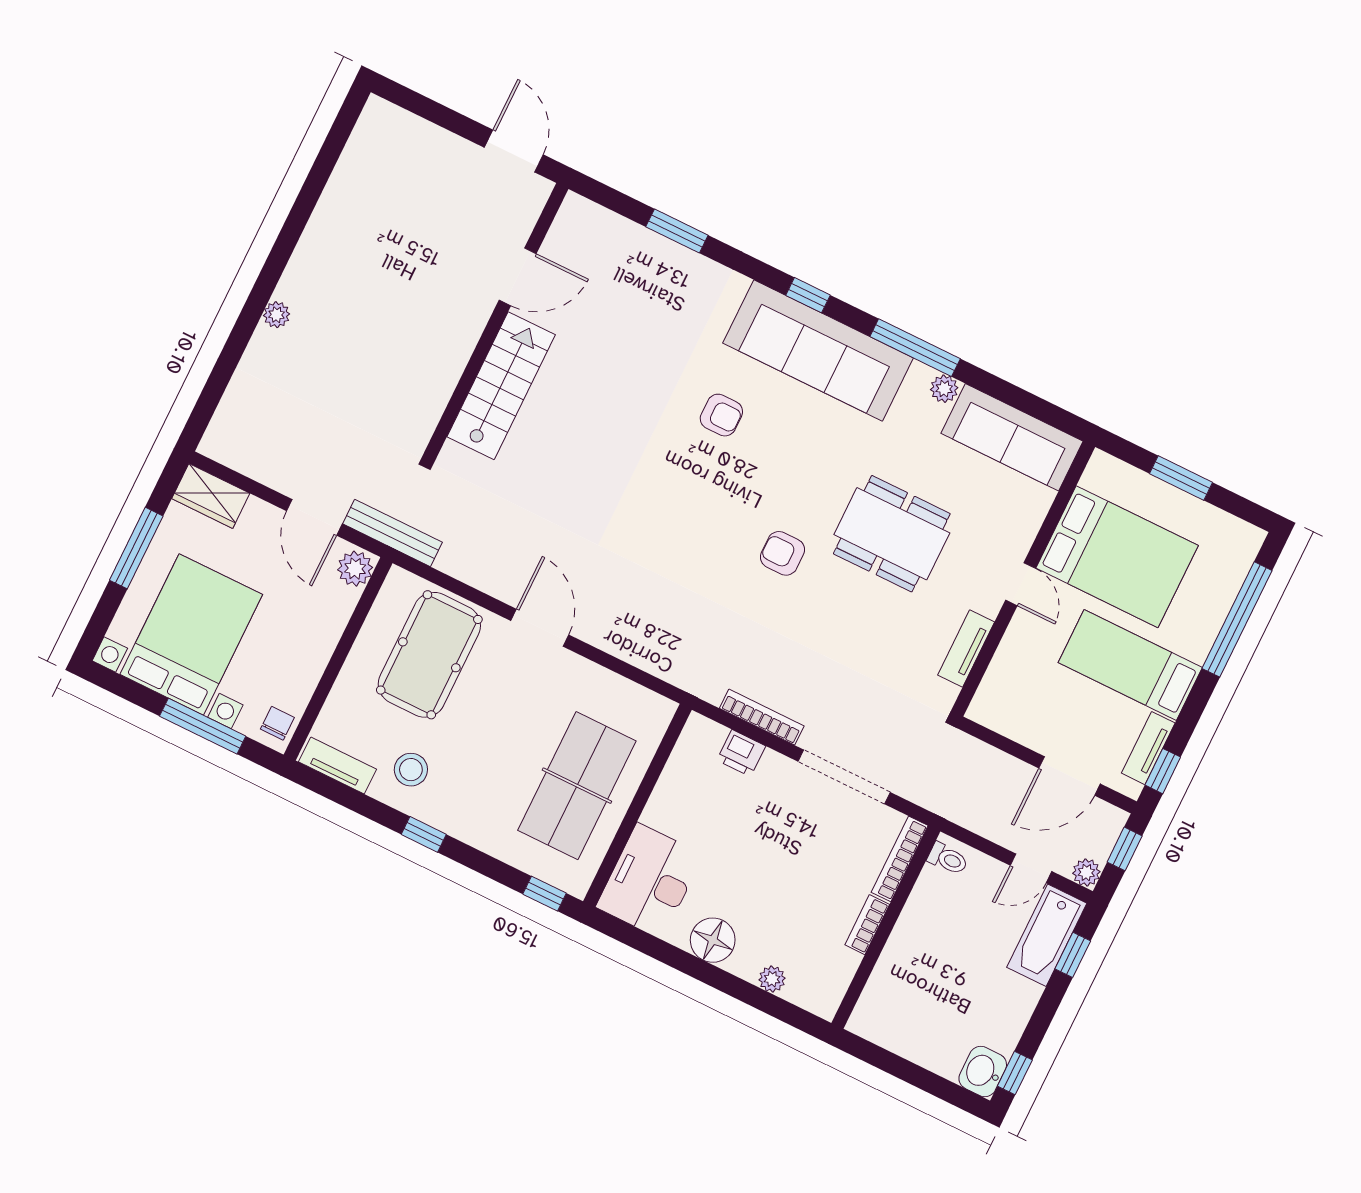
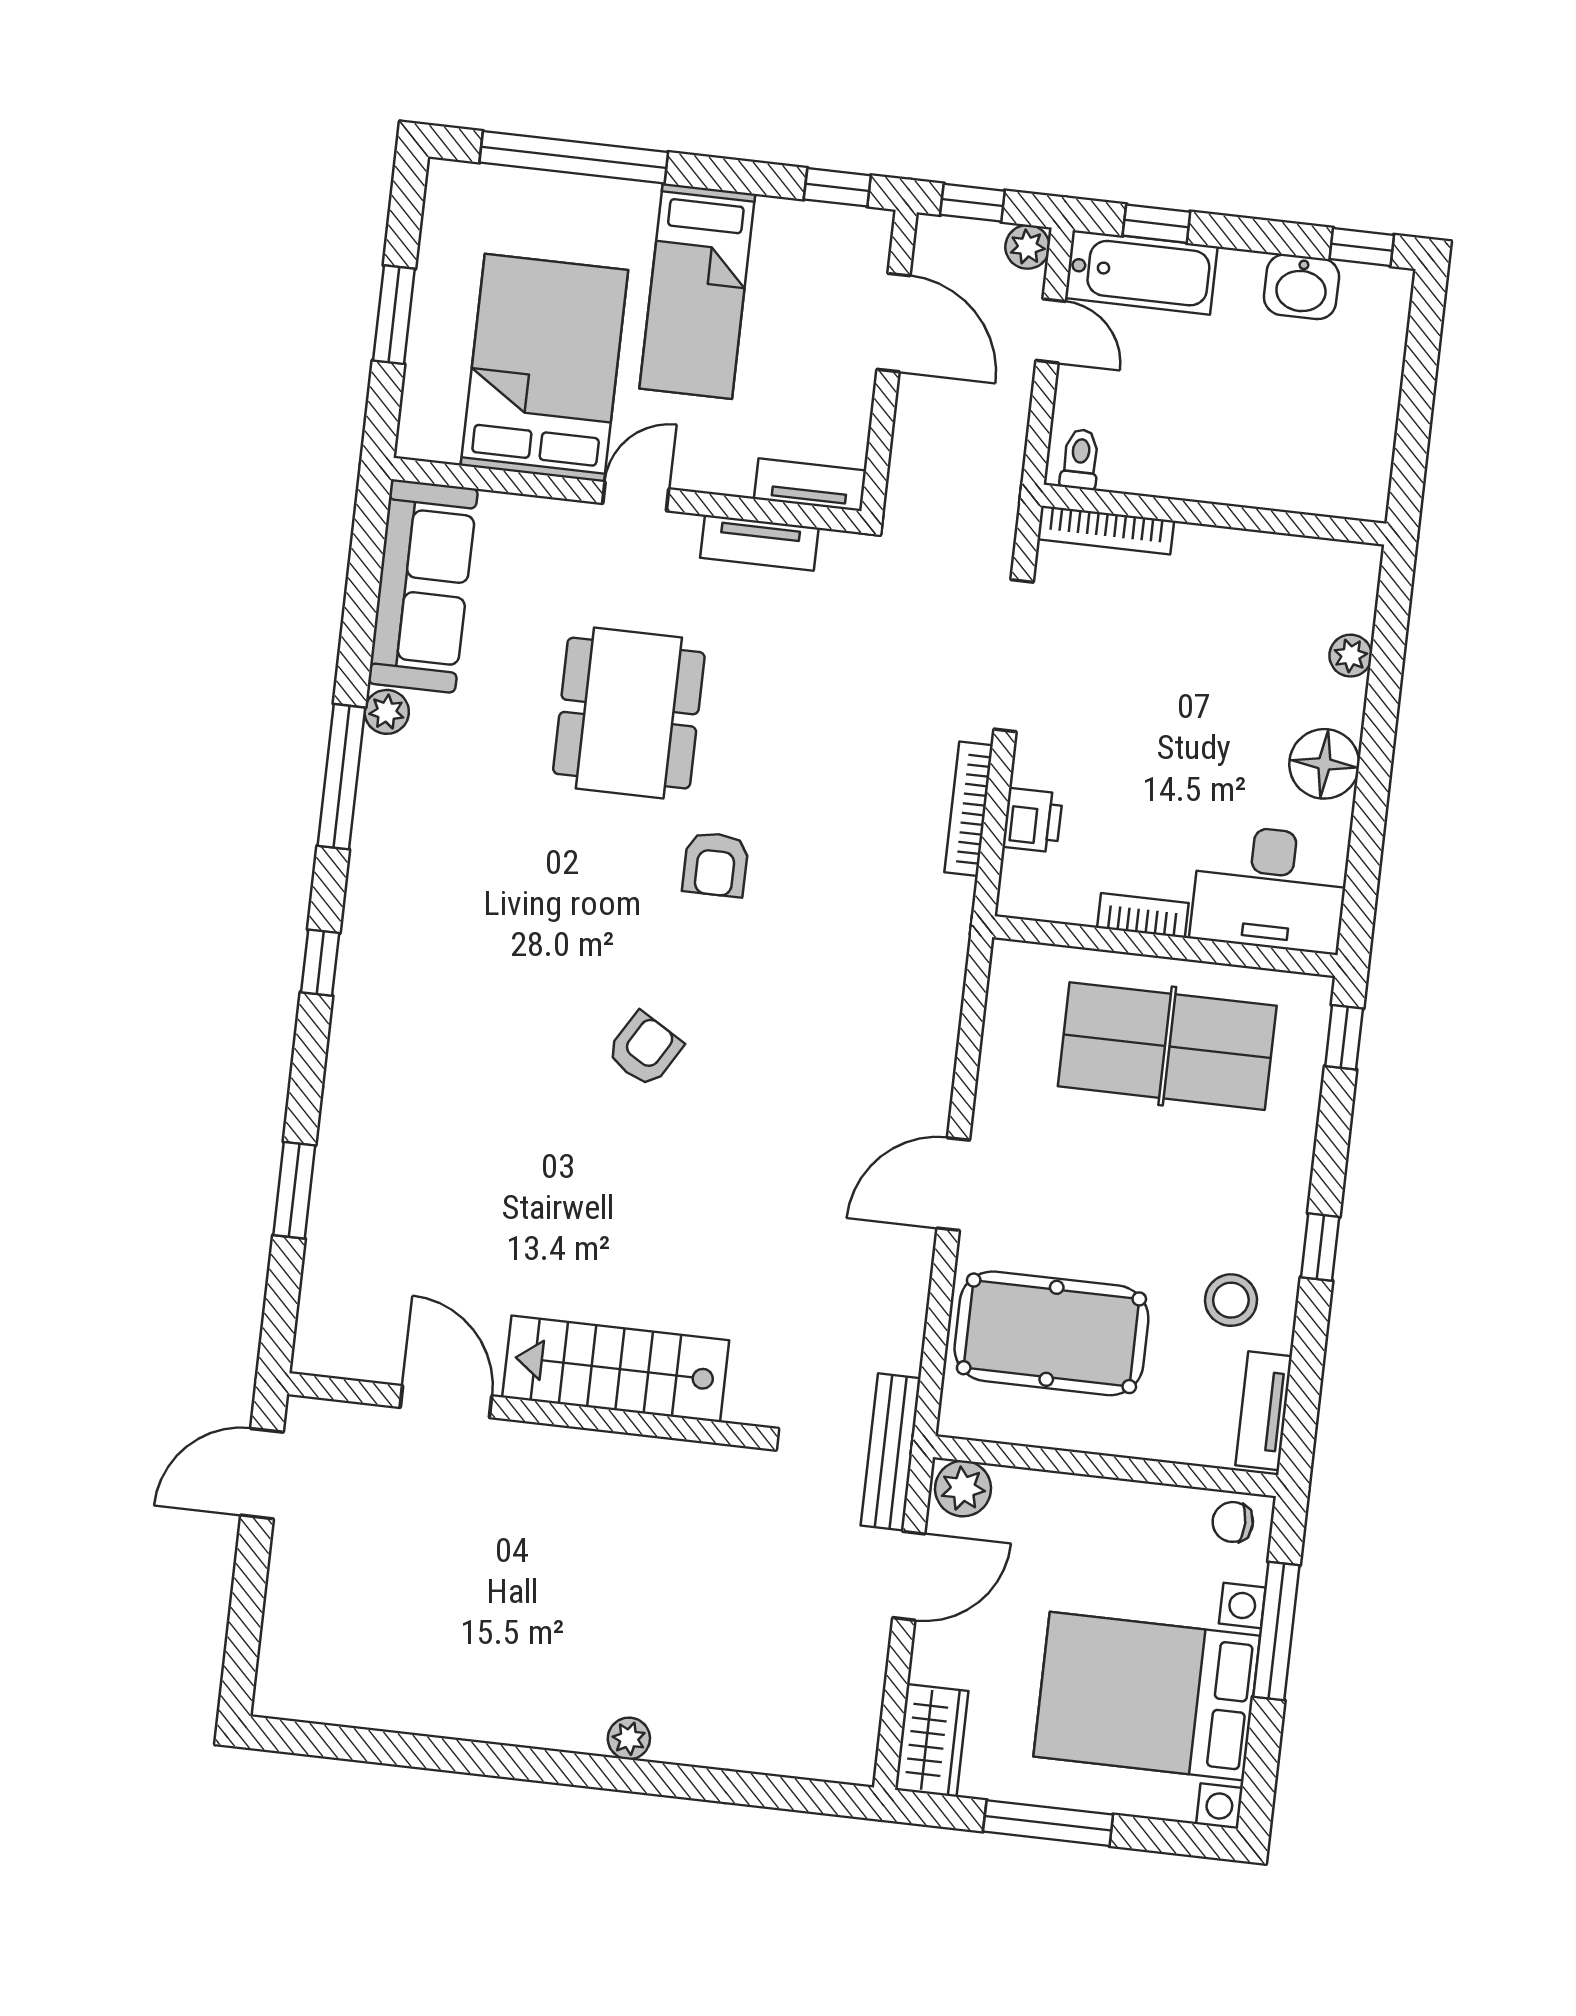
sofa: (818, 351) -> (397, 919), removed
armchair: (721, 415) -> (645, 1049), moved, turned 31
tv unit: (1148, 748) -> (810, 485), moved, turned 180
bookcase: (867, 925) -> (1143, 915), moved, turned 180
washbasin: (983, 1072) -> (1301, 287), moved

